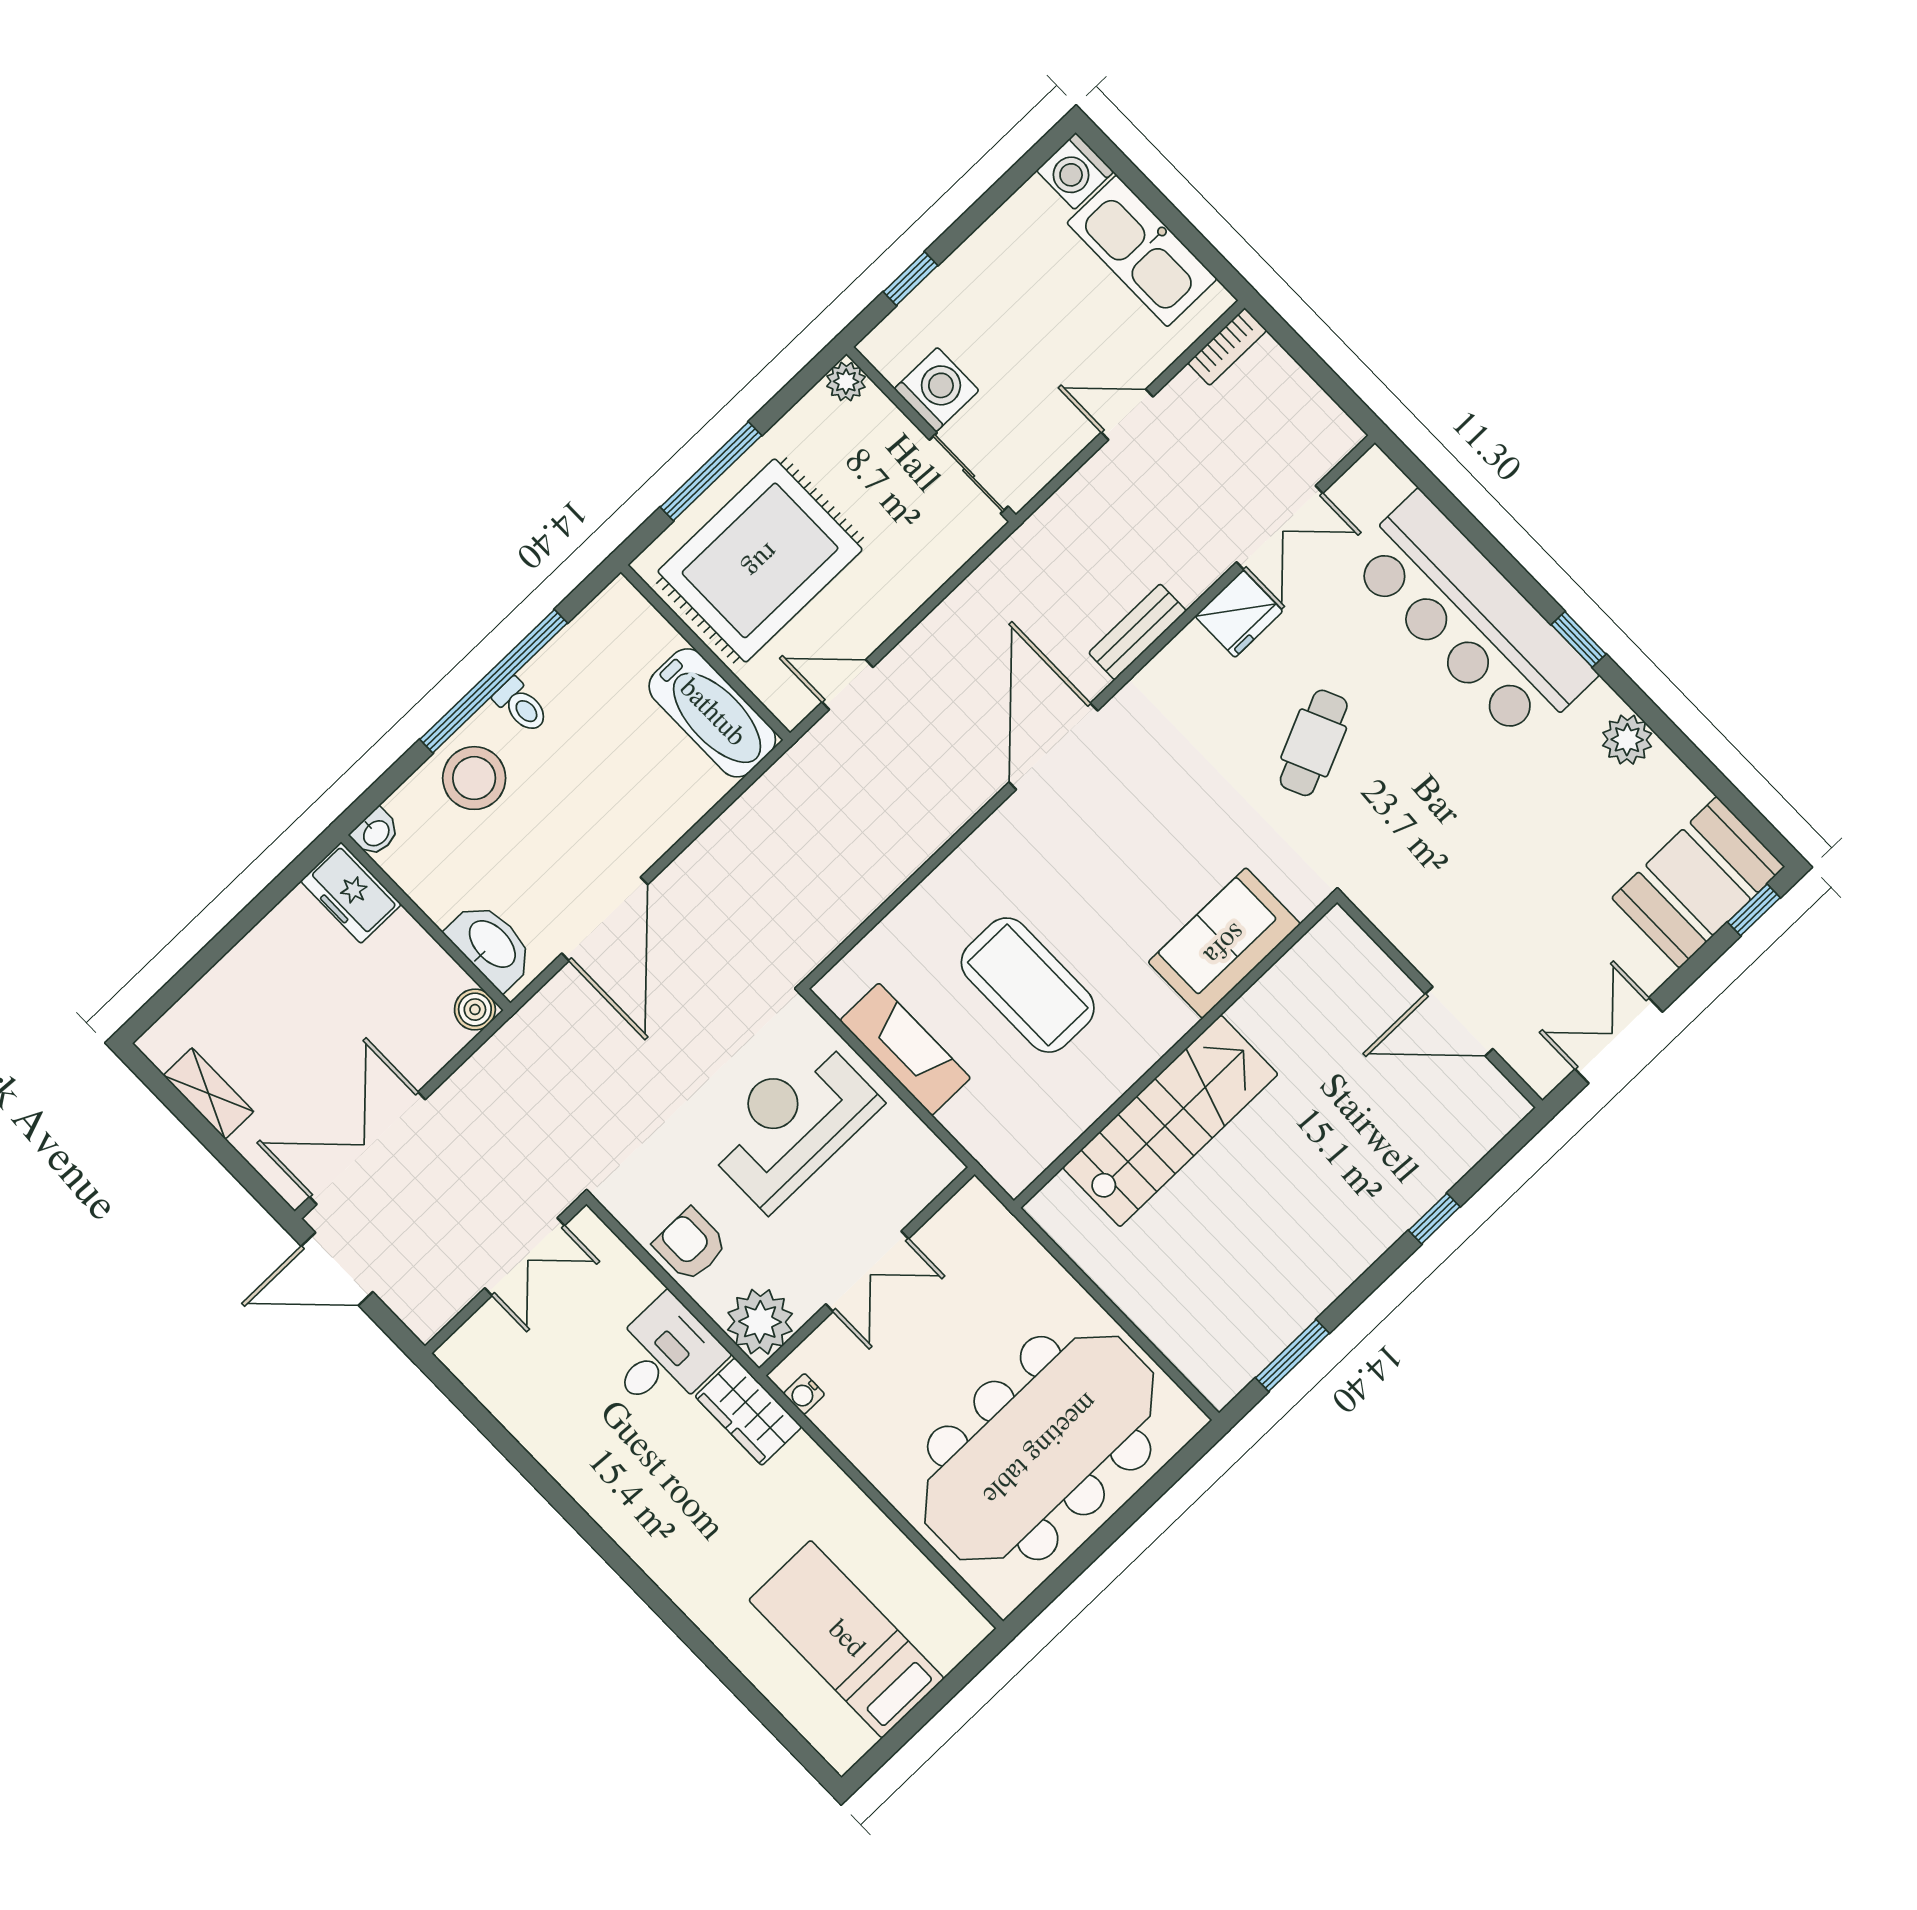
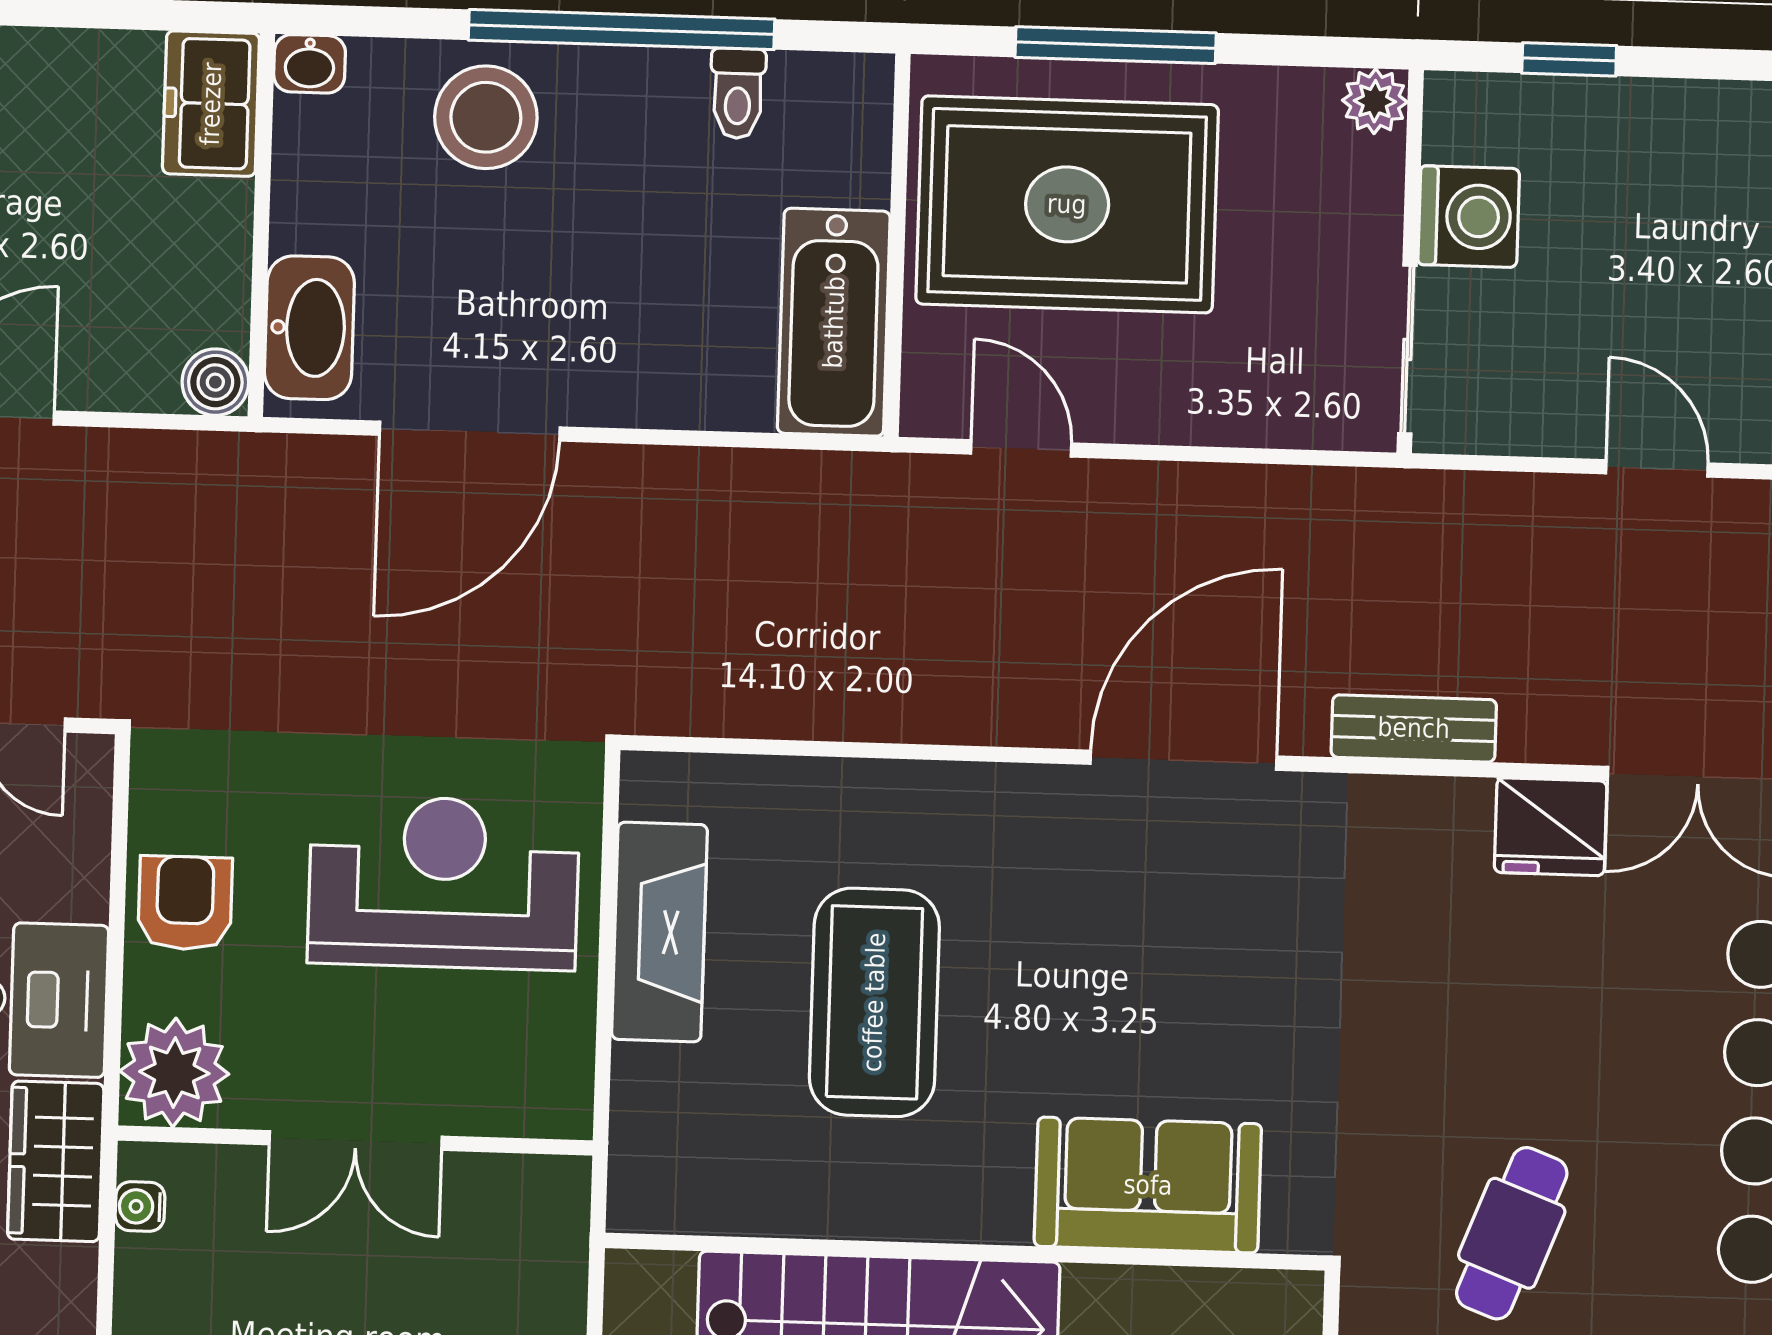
toilet: (521, 706) -> (738, 93), moved
cafe table: (1314, 743) -> (1512, 1233), moved, turned -45

